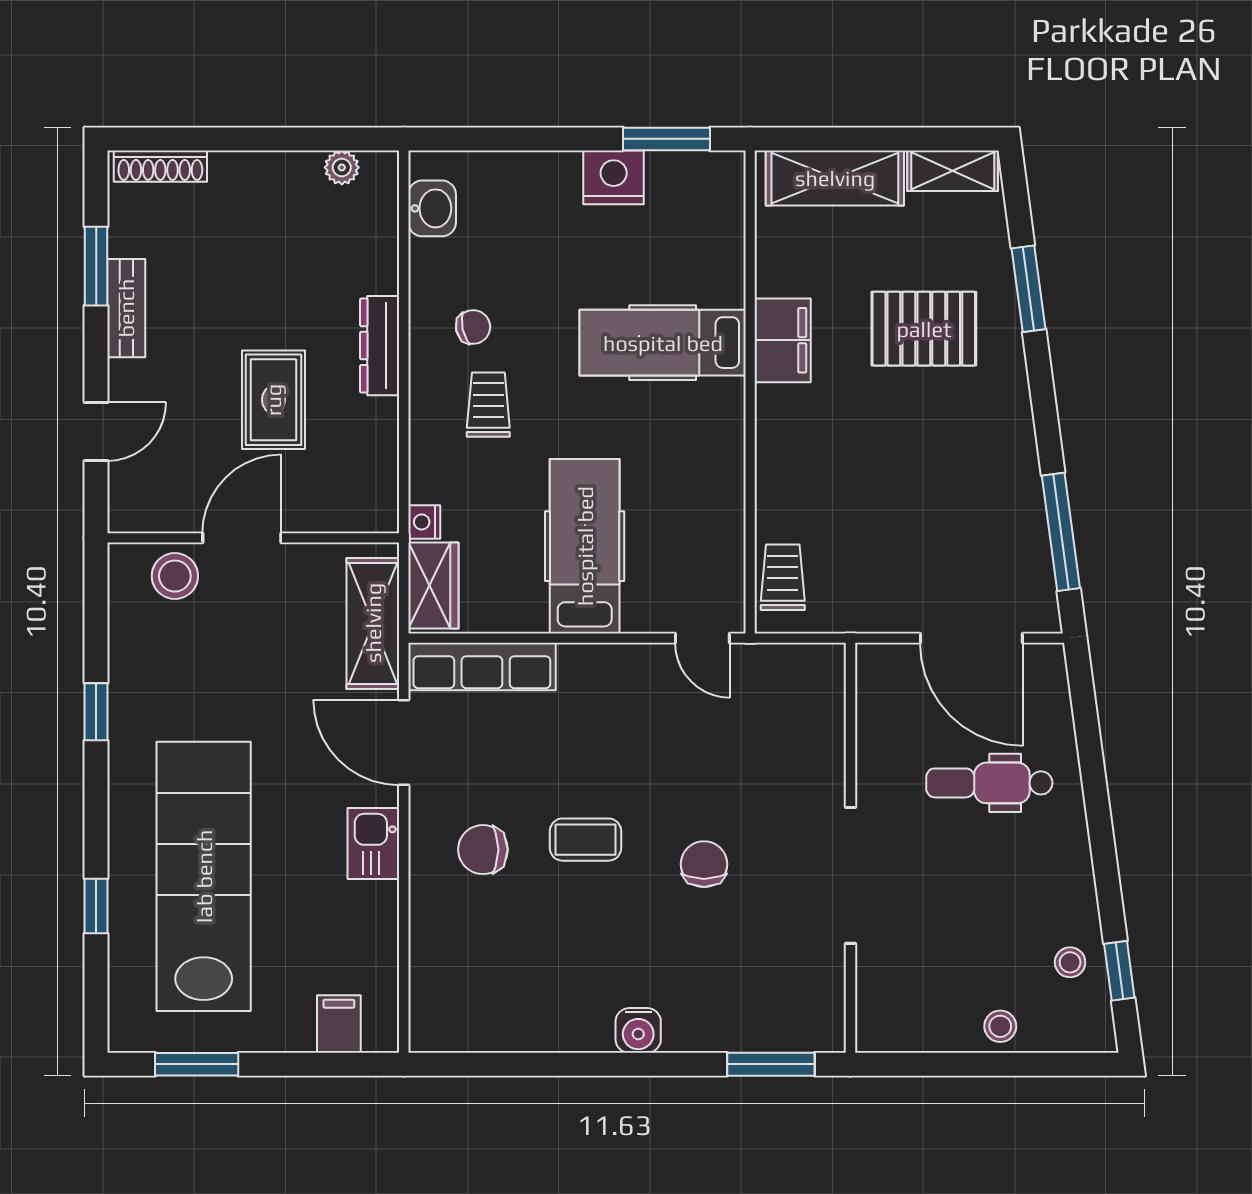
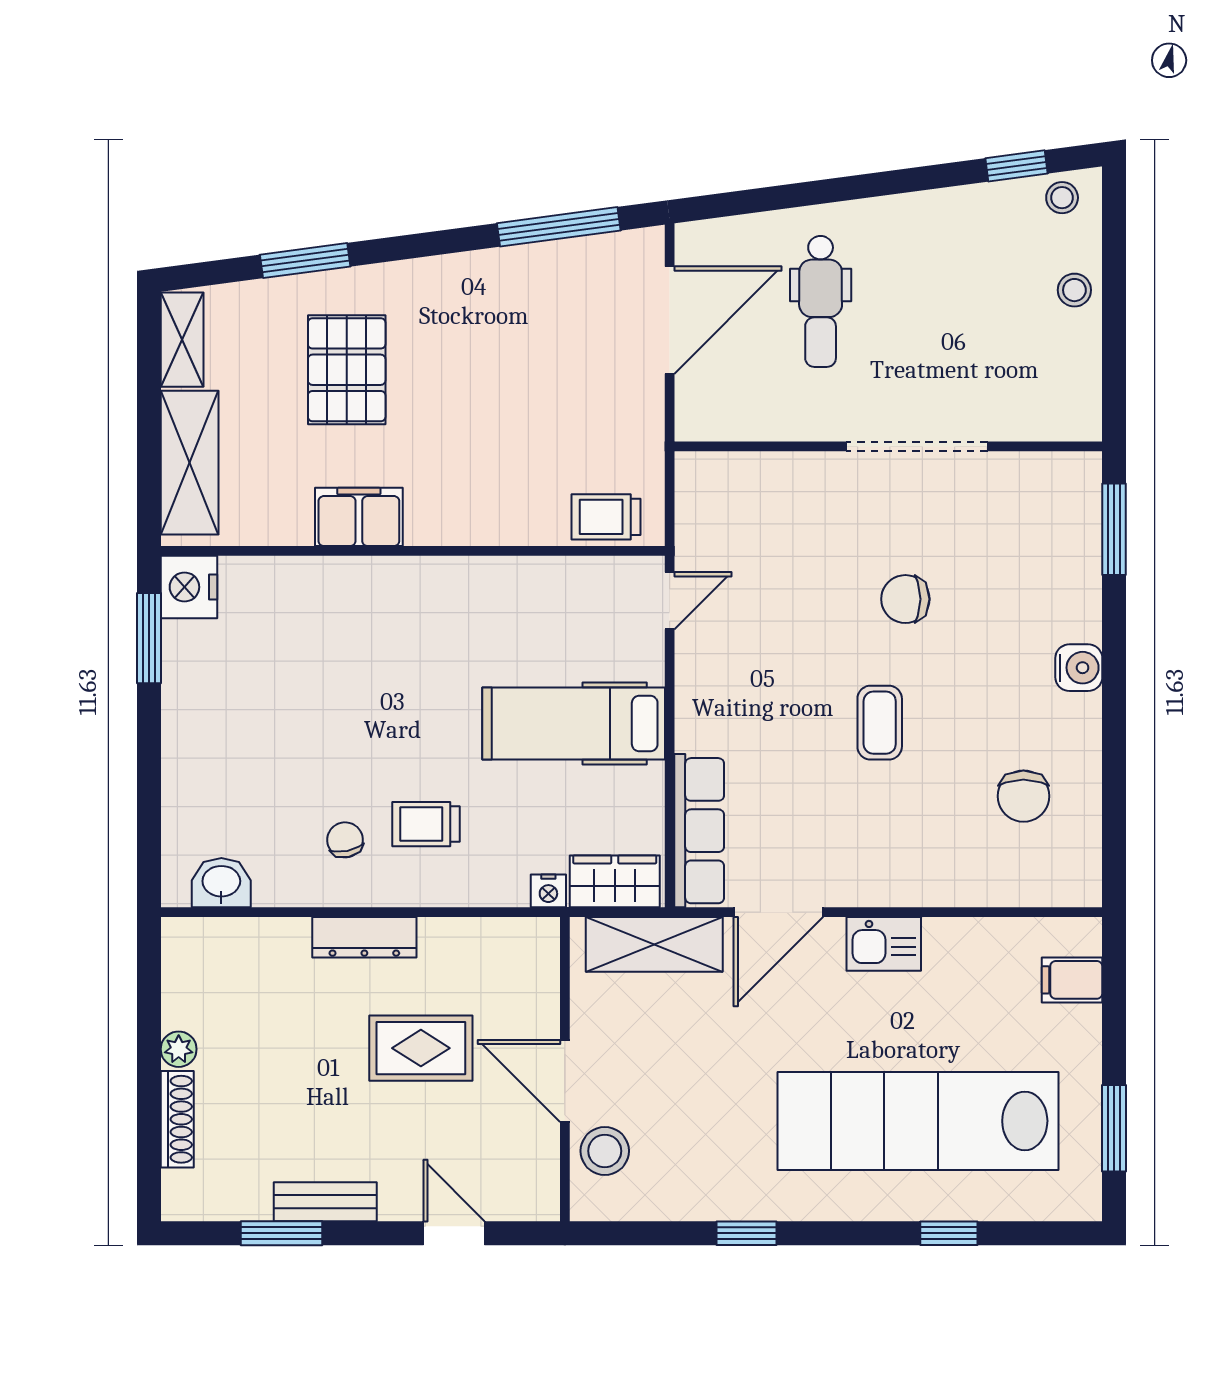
shoe rack: (160, 166) -> (177, 1119), moved
plant: (342, 167) -> (179, 1049), moved
nightstand: (614, 177) -> (189, 587), moved
hospital bed: (663, 343) -> (361, 642), removed
chair: (483, 850) -> (1023, 796), moved
stool: (1070, 962) -> (1062, 198), moved

